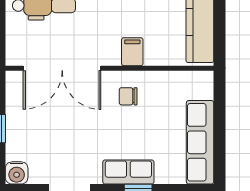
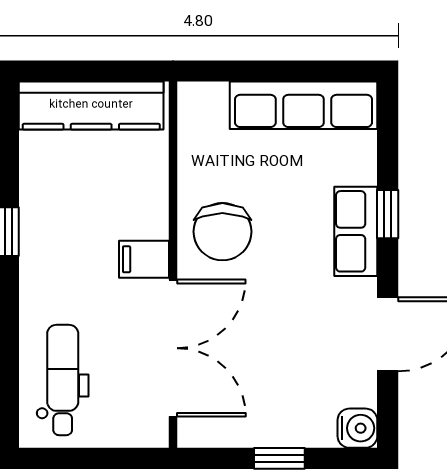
filing cabinet: (132, 52) -> (144, 259), moved
chair: (128, 96) -> (222, 232), width x1.87, depth x1.87

